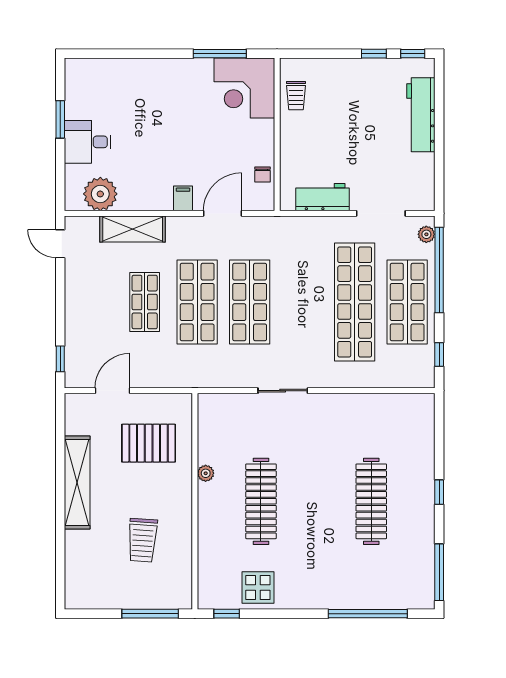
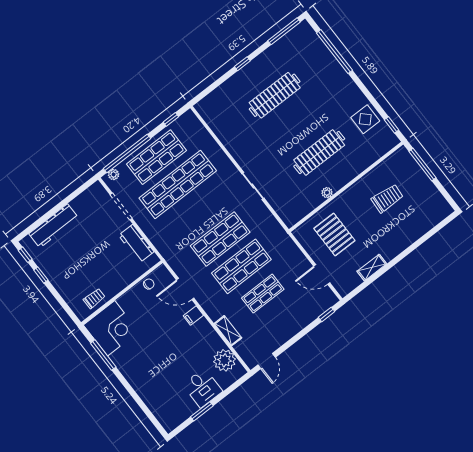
shelving: (133, 229) -> (228, 331), width x0.67, depth x0.75
shelving: (77, 483) -> (372, 268), width x0.45, depth x0.75

